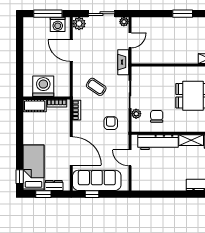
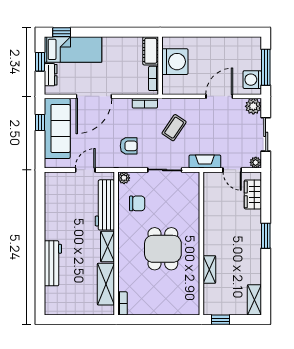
wardrobe: (150, 24) -> (253, 194), added
plant: (136, 114) -> (124, 178), moved

